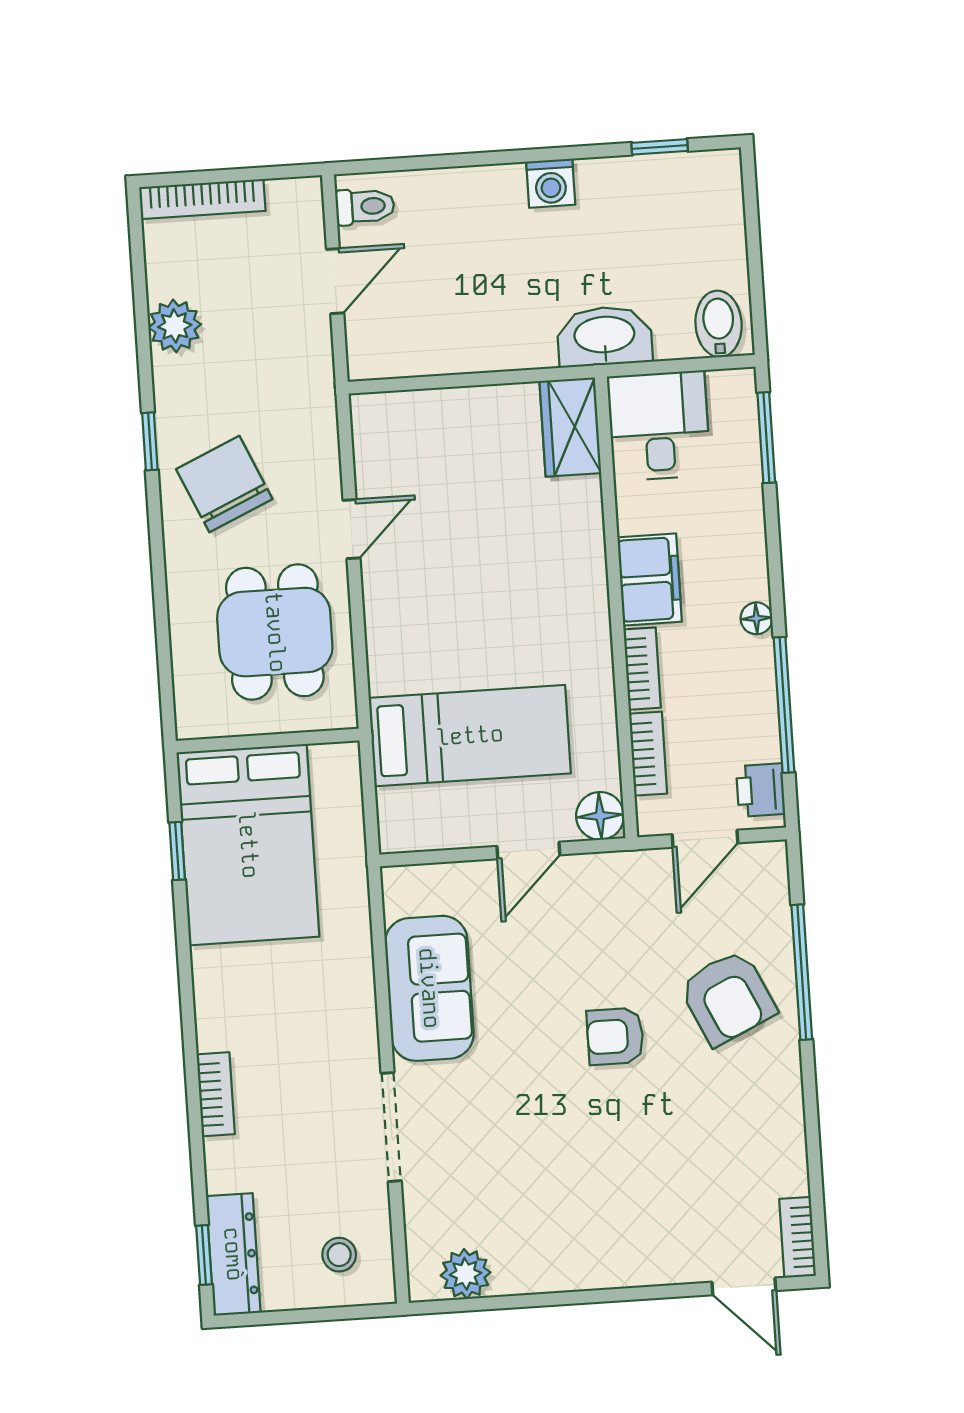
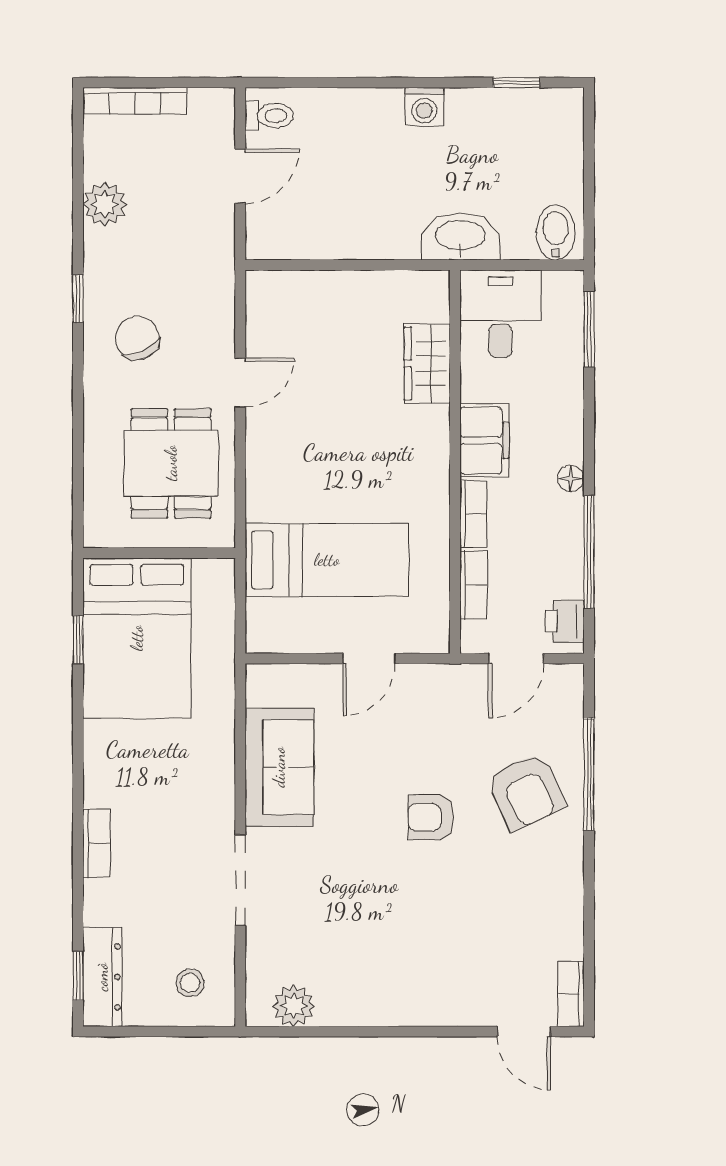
wardrobe: (570, 427) -> (427, 364), moved
chair: (224, 484) -> (137, 338), width x0.73, depth x0.73
floor lamp: (600, 816) -> (430, 634), removed

